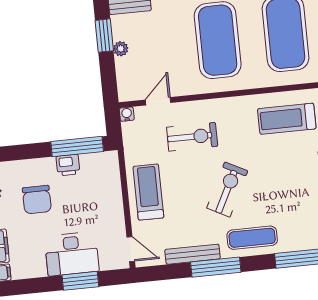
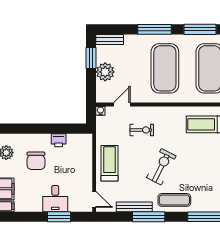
plant: (121, 49) -> (105, 72), width x1.88, depth x1.88
exercise bike: (192, 137) -> (142, 130), width x0.73, depth x0.72
window: (77, 146) -> (66, 129), removed
desk: (72, 254) -> (55, 199), width x0.73

